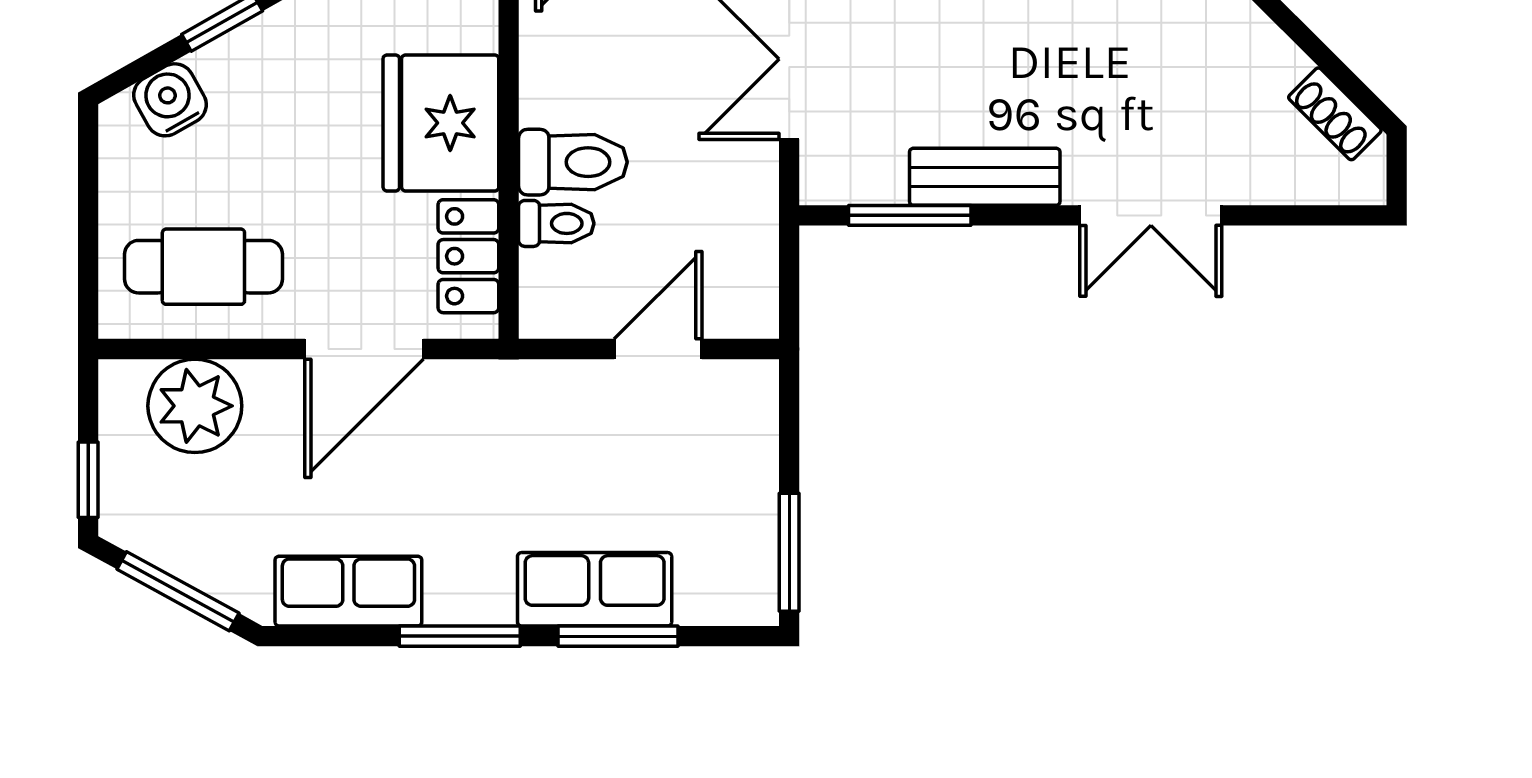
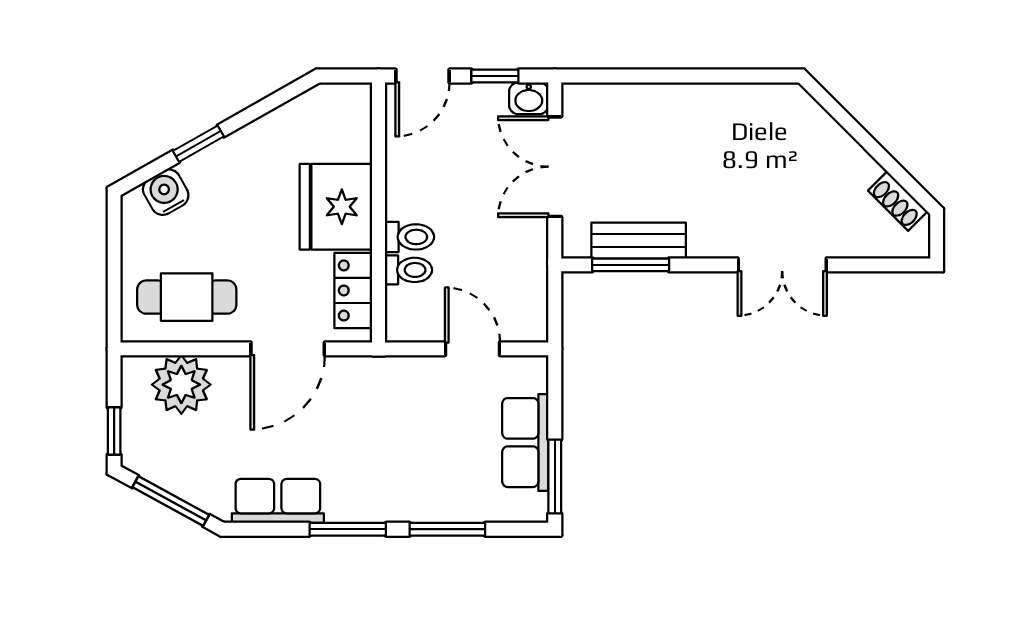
toilet: (573, 162) -> (409, 237), width x0.73, depth x0.72
bench: (985, 177) -> (639, 241), moved
door: (658, 349) -> (472, 349), hinge flipped
row of seats: (595, 589) -> (525, 443), moved, turned -90

